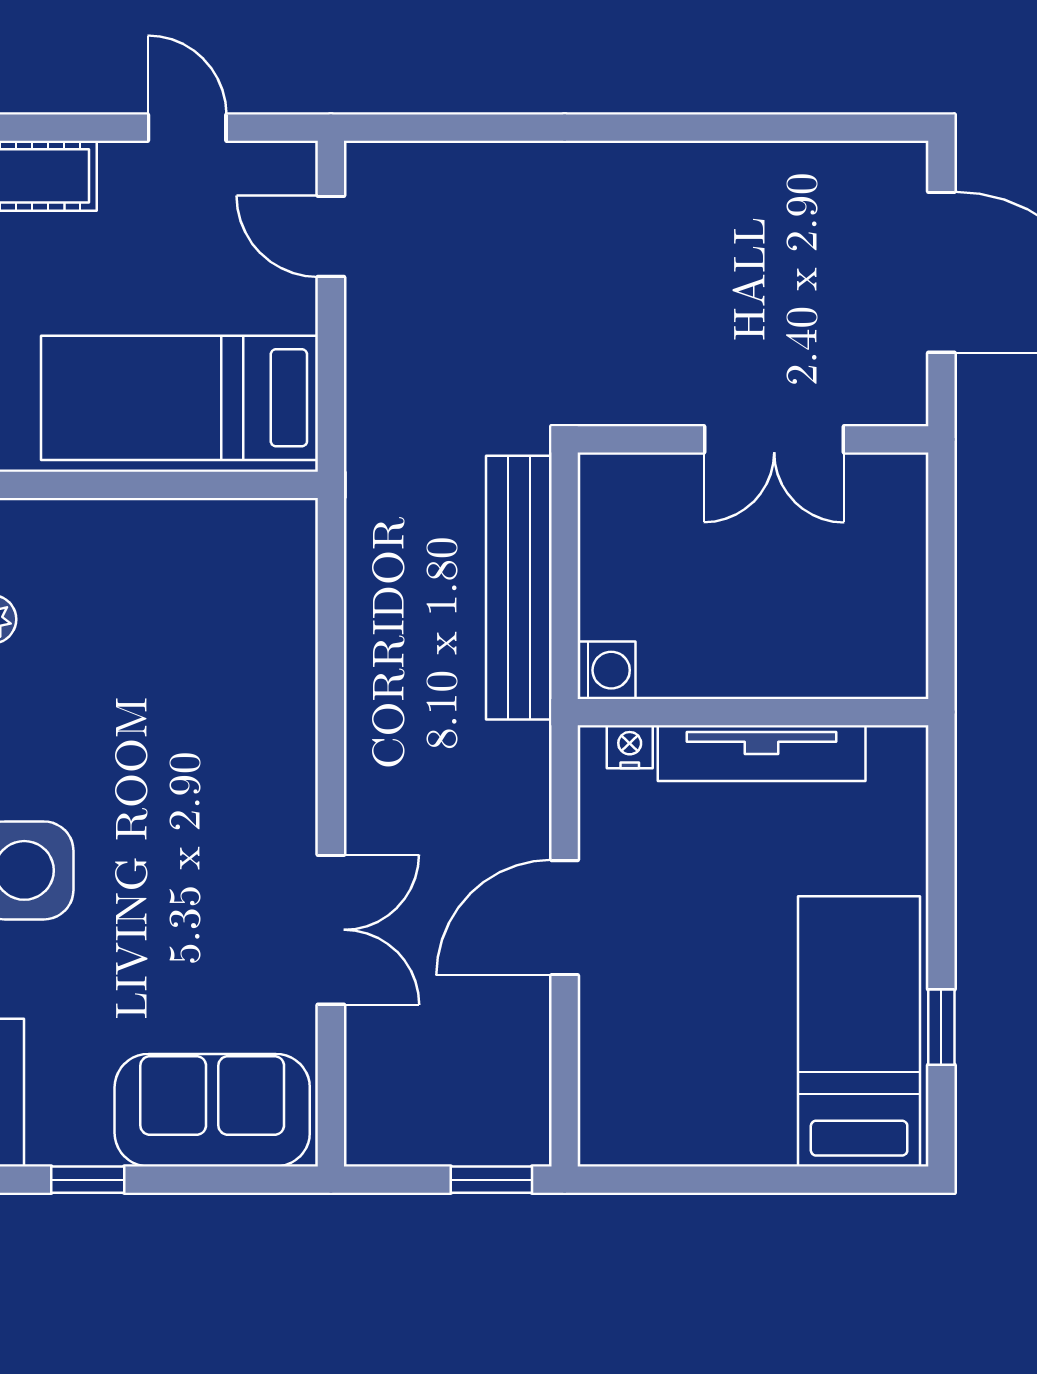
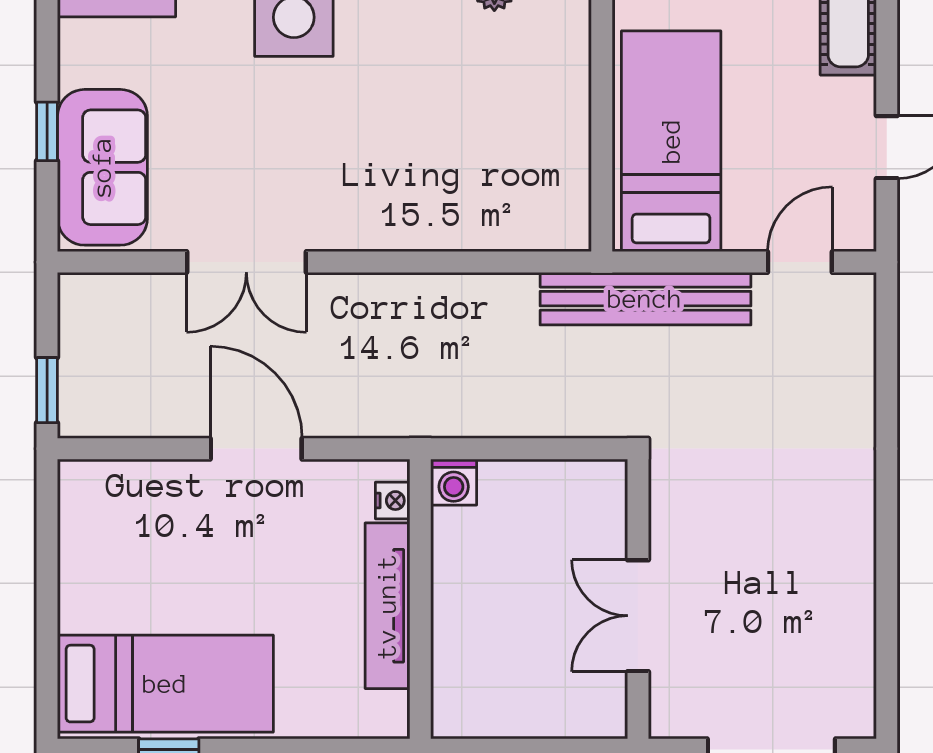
bench: (519, 588) -> (645, 299), moved
window: (88, 1180) -> (47, 131), moved

